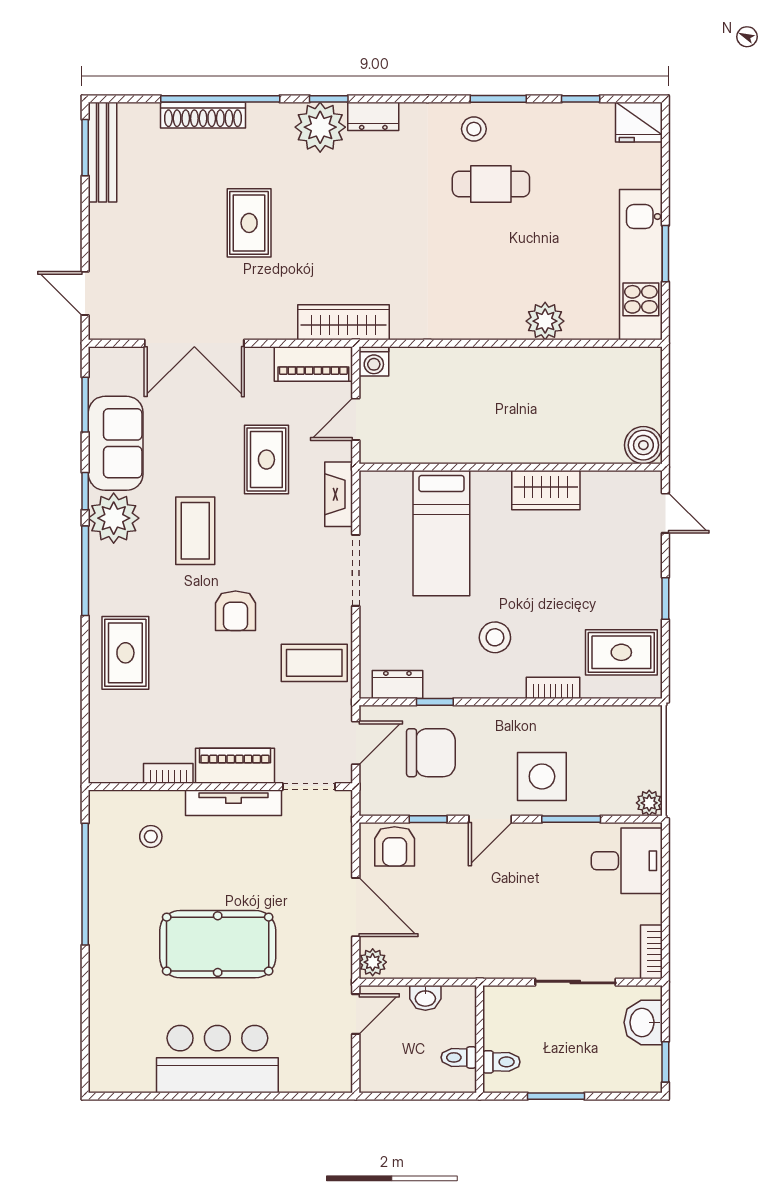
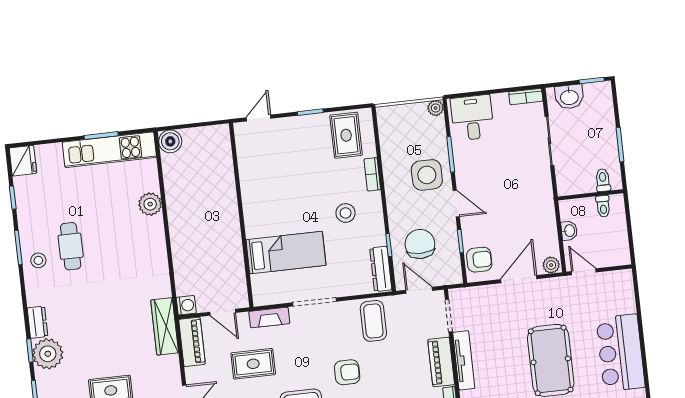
boiler: (643, 445) -> (170, 141), moved
wardrobe: (546, 490) -> (253, 192), removed
dresser: (397, 684) -> (381, 269), width x1.44

